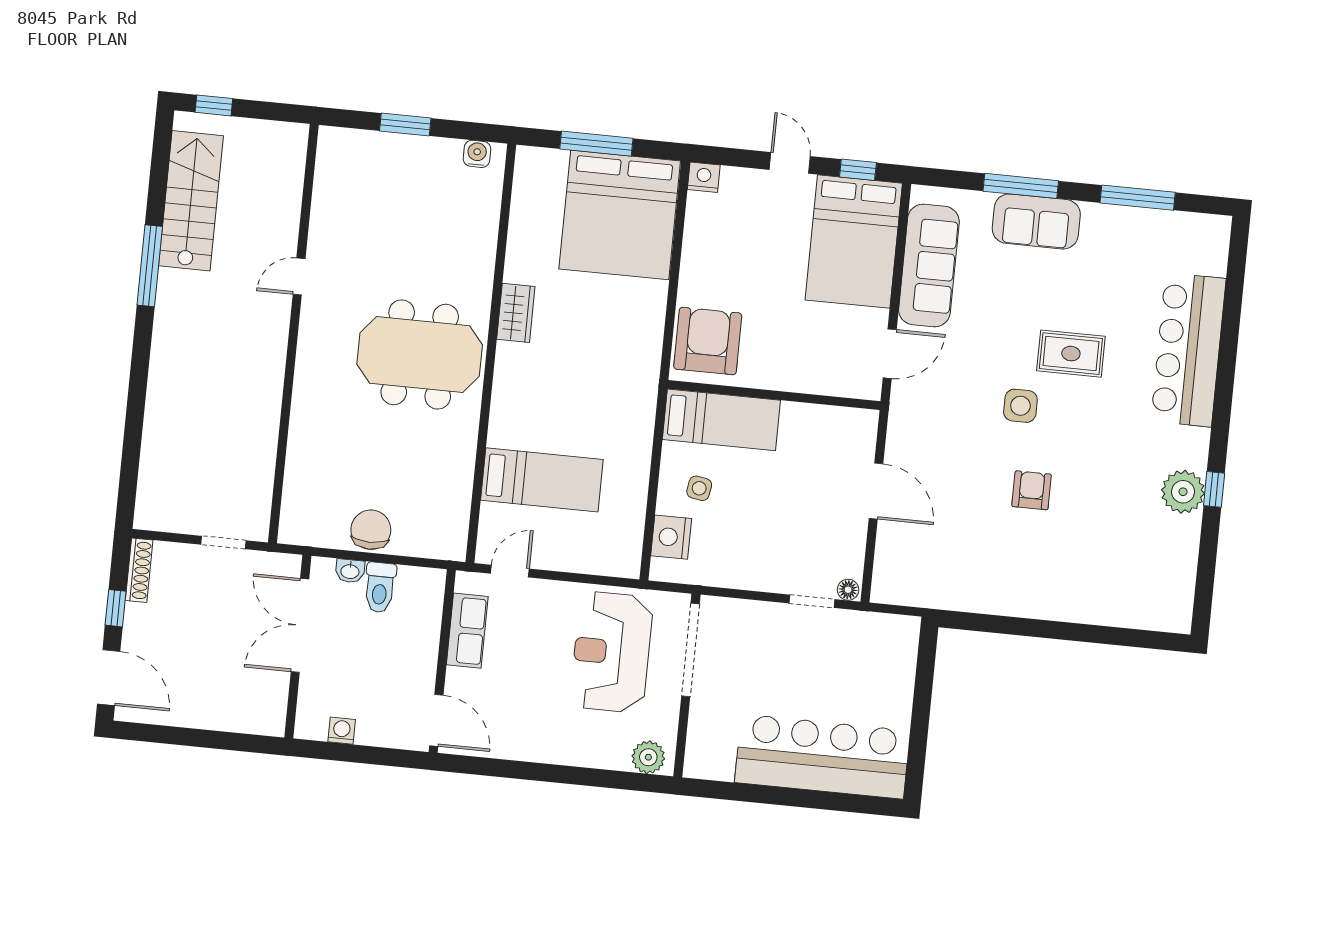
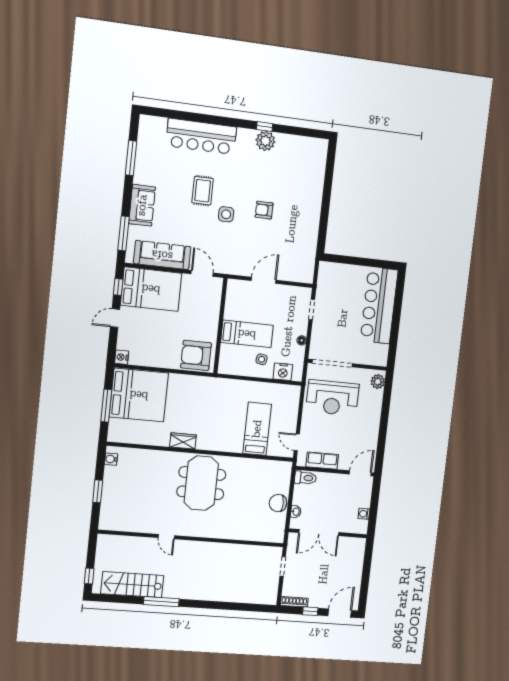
window: (1021, 186) -> (123, 233), moved
bed: (721, 420) -> (247, 334), moved, turned 90
toilet: (380, 587) -> (305, 478), moved
floor lamp: (848, 590) -> (302, 340), moved

